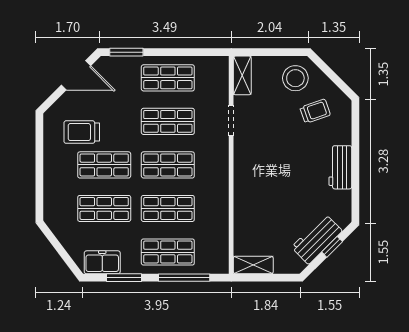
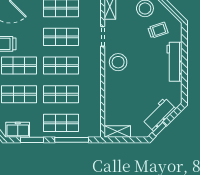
stool: (255, 160) -> (118, 62), added
workbench: (340, 167) -> (175, 62), width x1.38
window: (332, 247) -> (159, 129), moved

